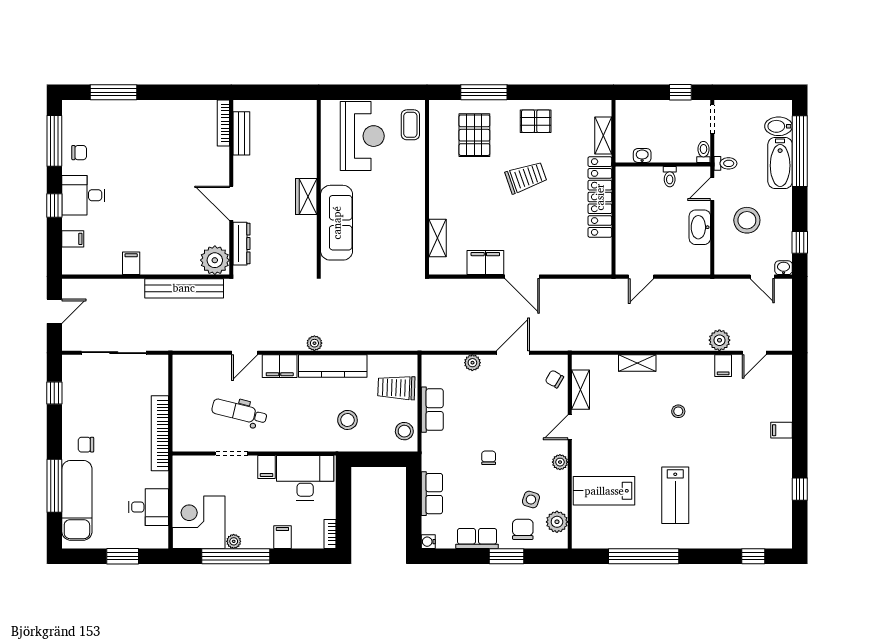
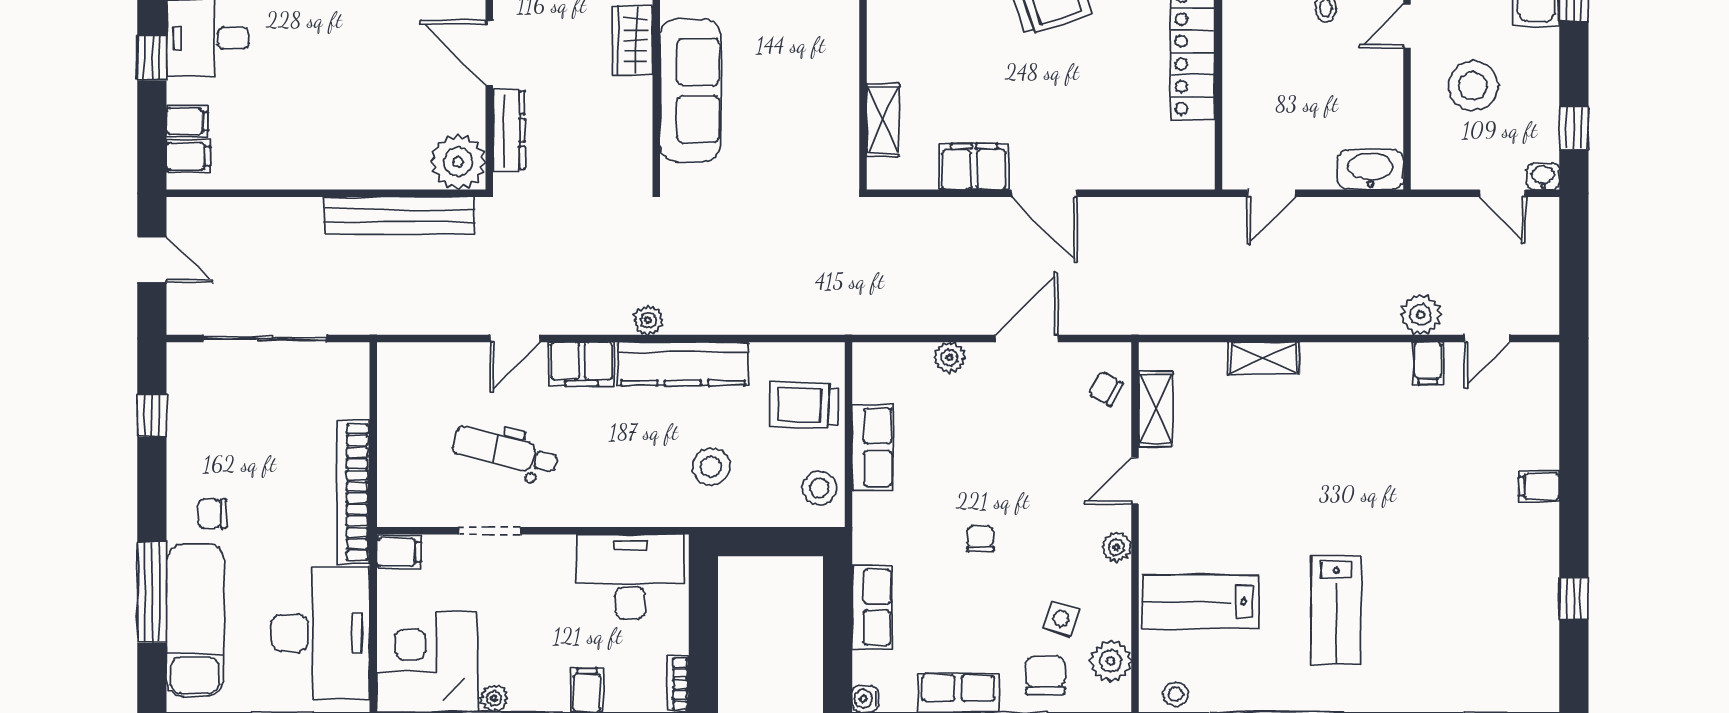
washbasin: (700, 227) -> (1370, 169), moved, turned 90
filing cabinet: (131, 263) -> (188, 156), moved, turned 90
door: (54, 311) -> (152, 259), hinge flipped
stool: (678, 411) -> (1175, 694), moved
filing cabinet: (267, 467) -> (399, 552), moved, turned -90
desk: (149, 507) -> (320, 633), width x1.87, depth x1.30

